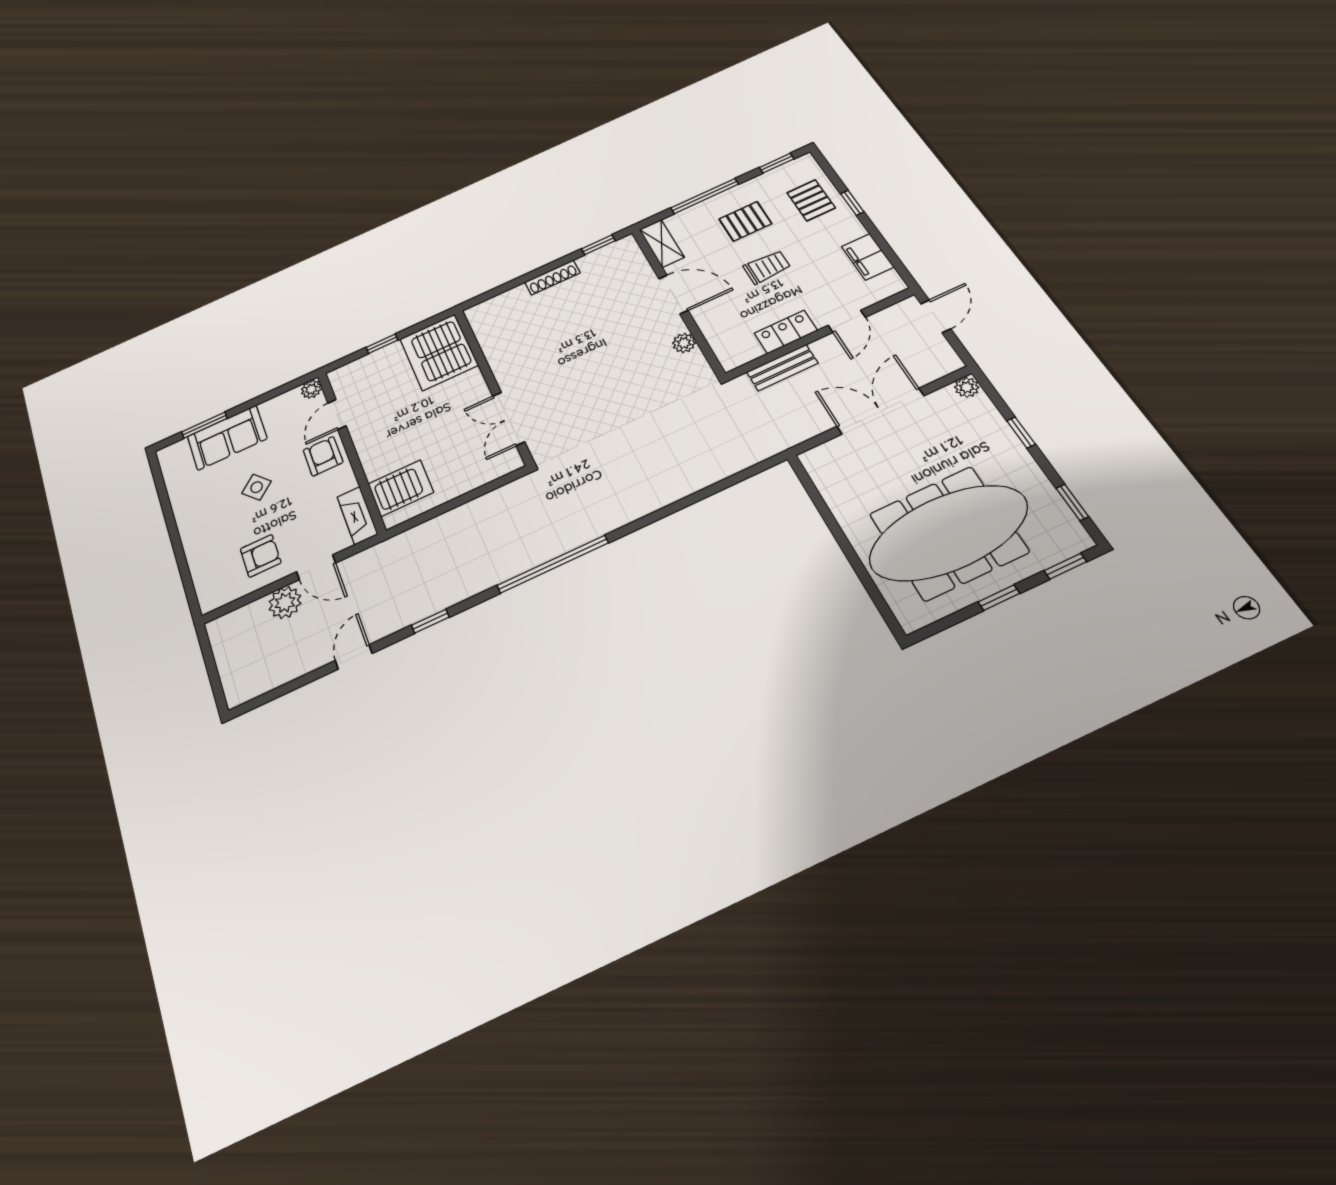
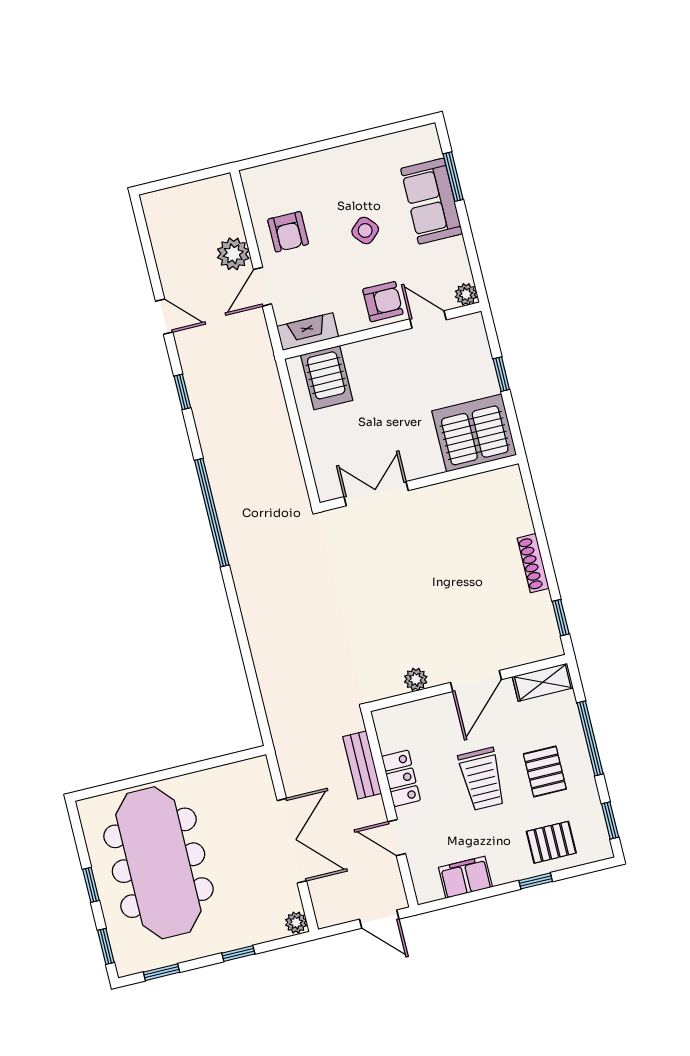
trolley: (767, 267) -> (482, 779), width x1.36, depth x1.39

